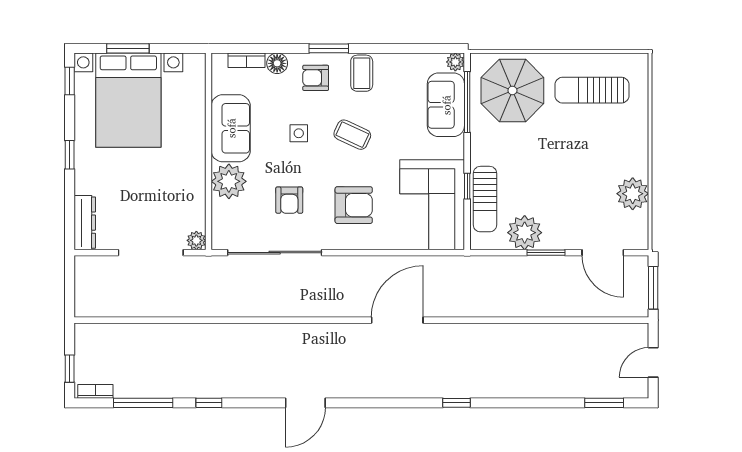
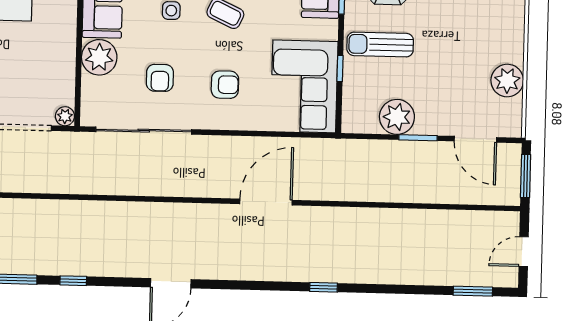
sun lounger: (485, 199) -> (380, 44), moved, turned 90
armchair: (354, 205) -> (225, 85), width x0.72, depth x0.72

